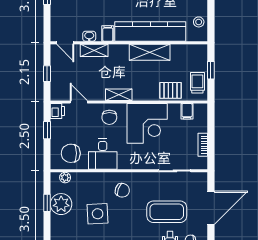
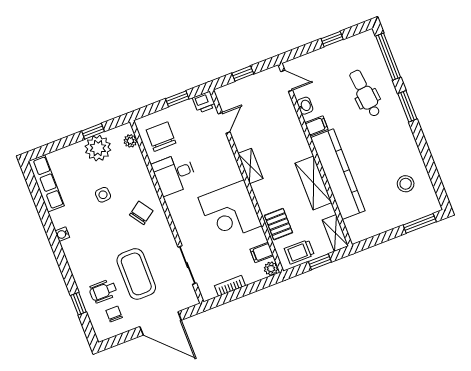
stool: (199, 22) -> (370, 226), removed
door: (65, 43) -> (287, 81), swing flipped
shelving: (94, 50) -> (335, 233), moved
trolley: (197, 83) -> (299, 252), turned 180
plant: (202, 109) -> (271, 269), added
chair: (109, 117) -> (220, 165), removed
chair: (122, 190) -> (141, 213), turned -145
side table: (98, 214) -> (103, 195), width x0.54, depth x0.54

